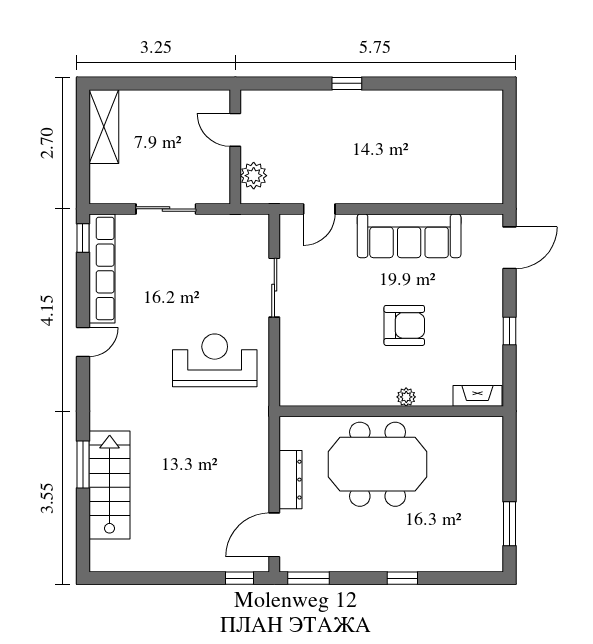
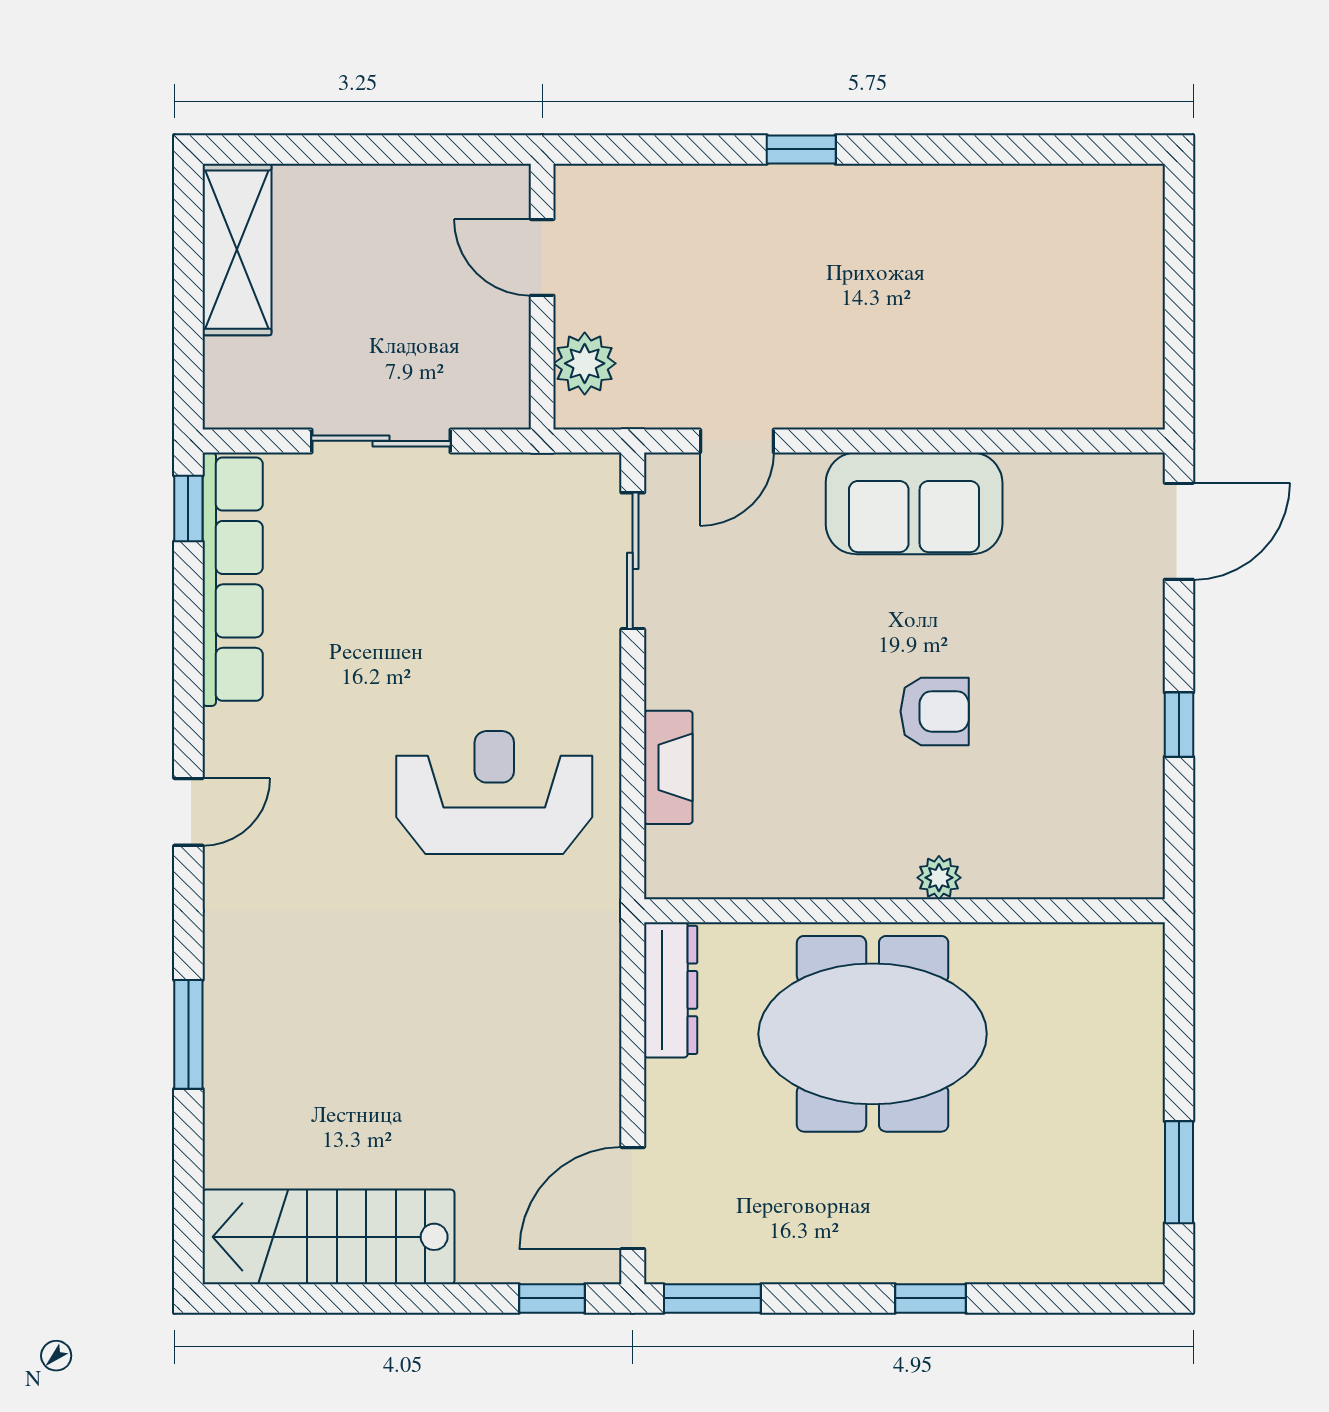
sofa: (409, 236) -> (914, 503), width x0.73
sliding door: (274, 288) -> (633, 561), moved
armchair: (404, 325) -> (935, 711), width x0.72, depth x0.72
door: (83, 342) -> (188, 812), moved
fireplace: (477, 396) -> (668, 767), moved, turned 90
dresser: (291, 480) -> (671, 990), moved
stairs: (110, 485) -> (328, 1237), moved, turned -90

